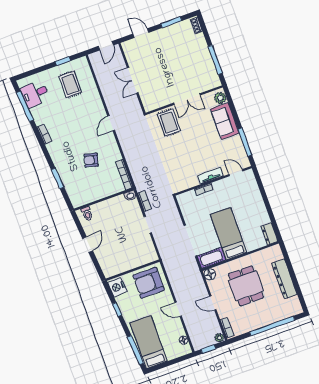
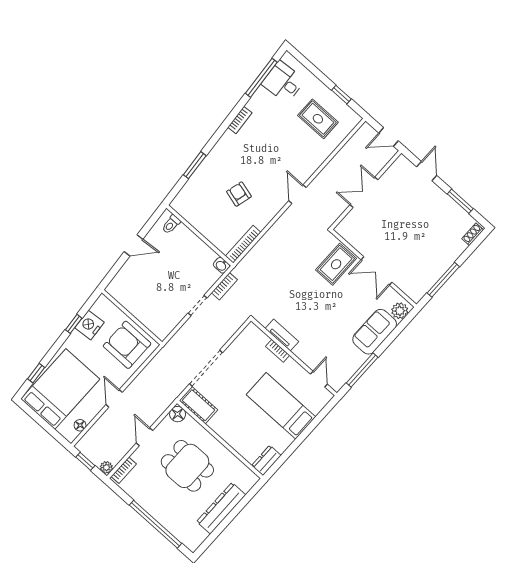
rug: (70, 84) -> (318, 119), turned 90
door: (111, 123) -> (297, 194), hinge flipped
tv unit: (210, 176) -> (282, 335), moved
bed: (228, 234) -> (281, 406), moved, turned -90
dining table: (246, 286) -> (187, 466), turned 90
nightstand: (117, 287) -> (90, 325), moved
bed: (149, 342) -> (60, 389), width x1.50
window: (135, 350) -> (36, 373), width x0.46

